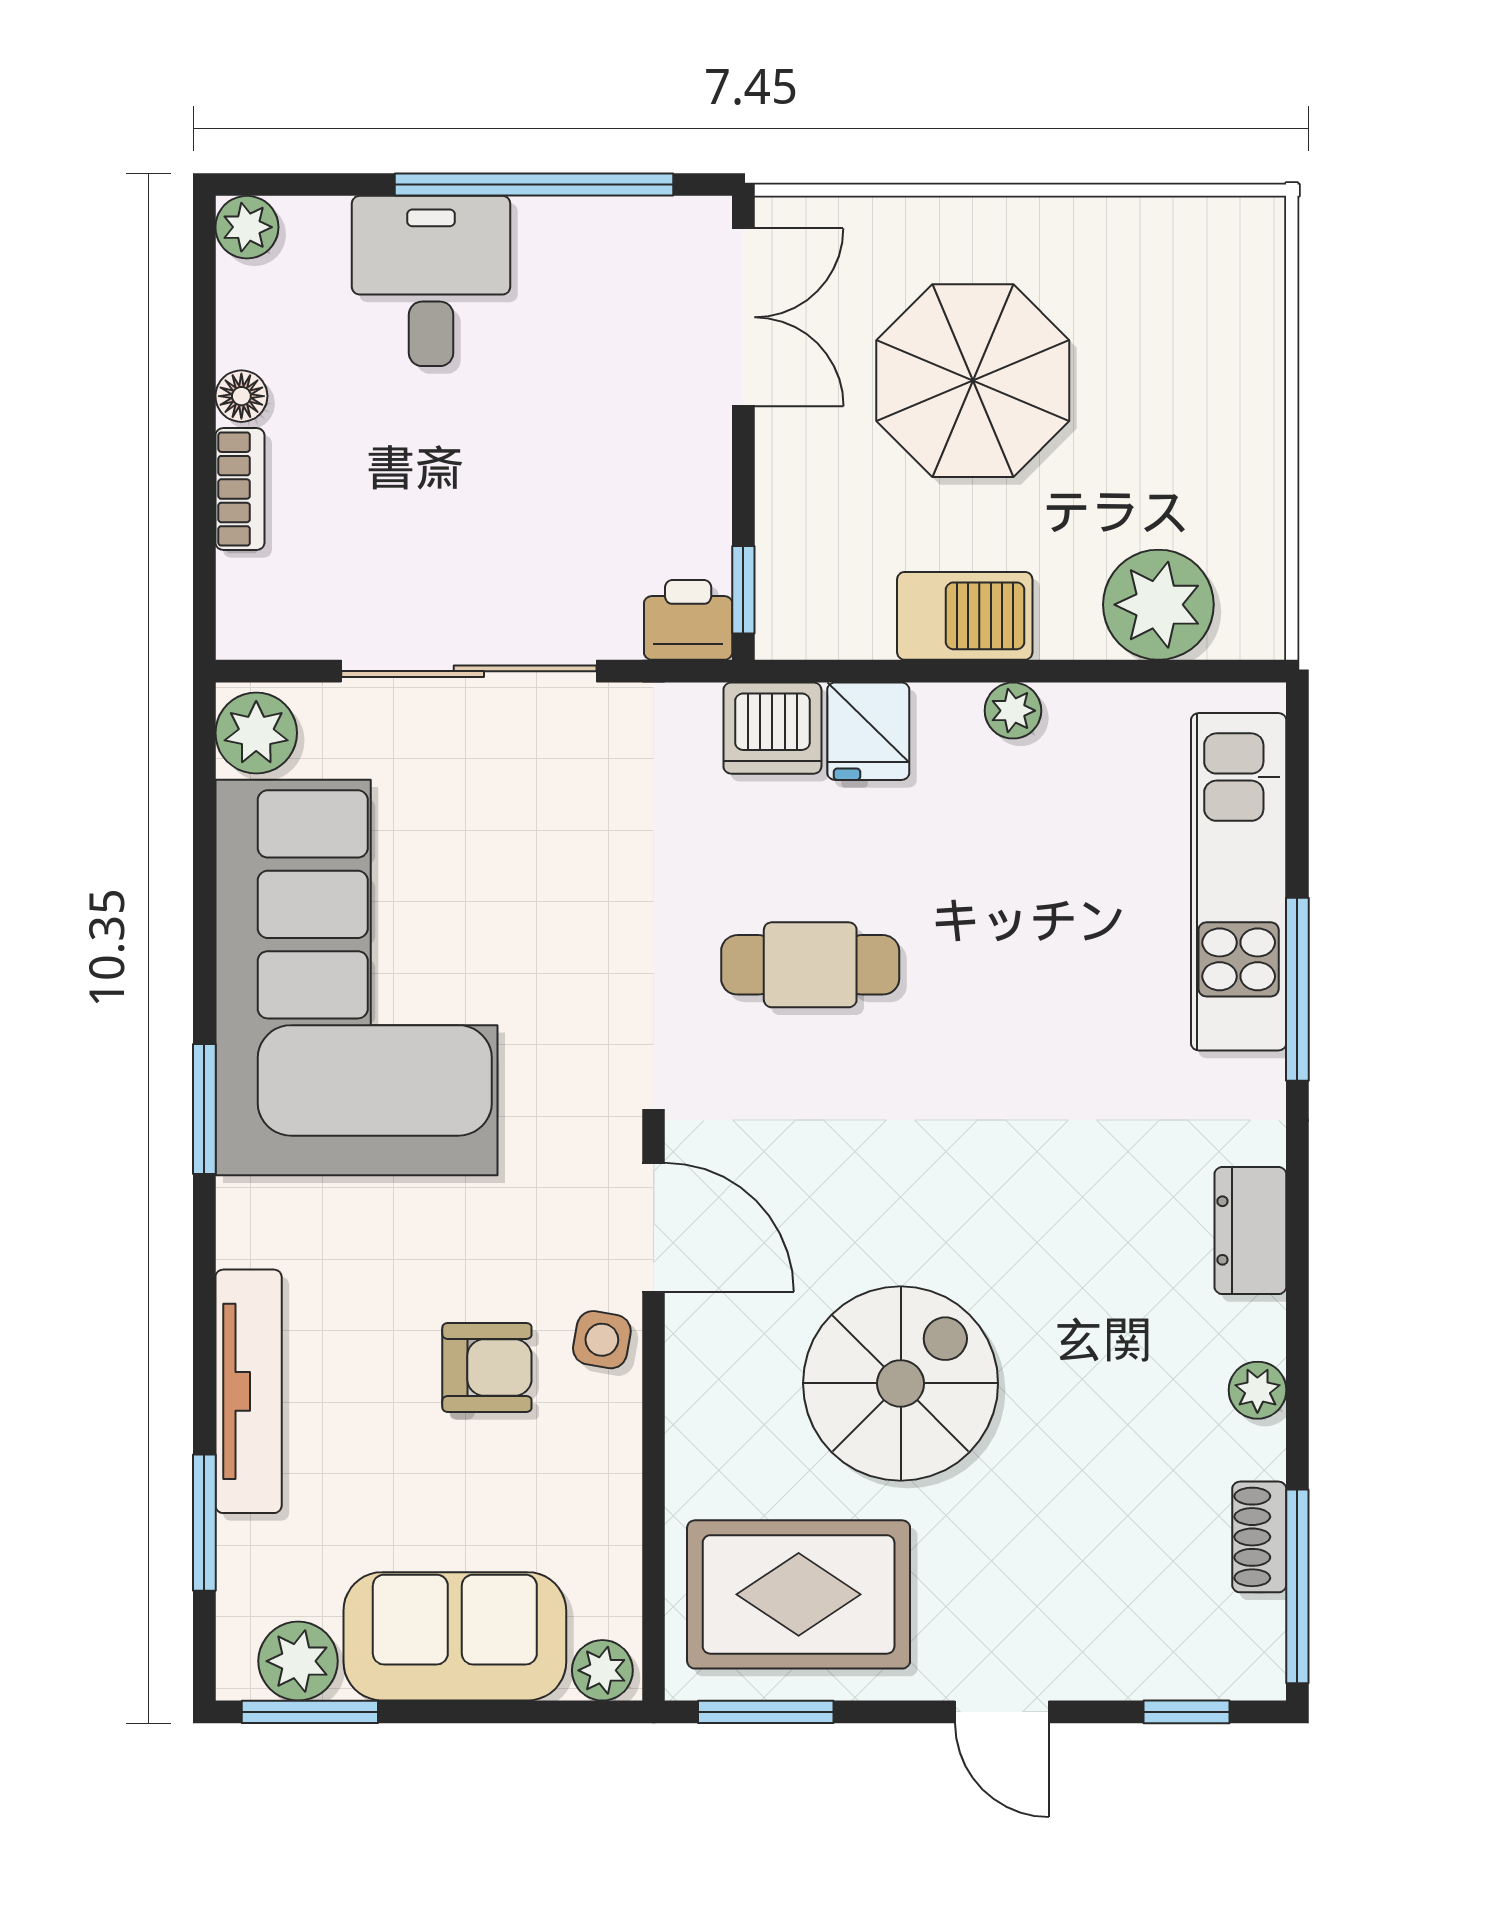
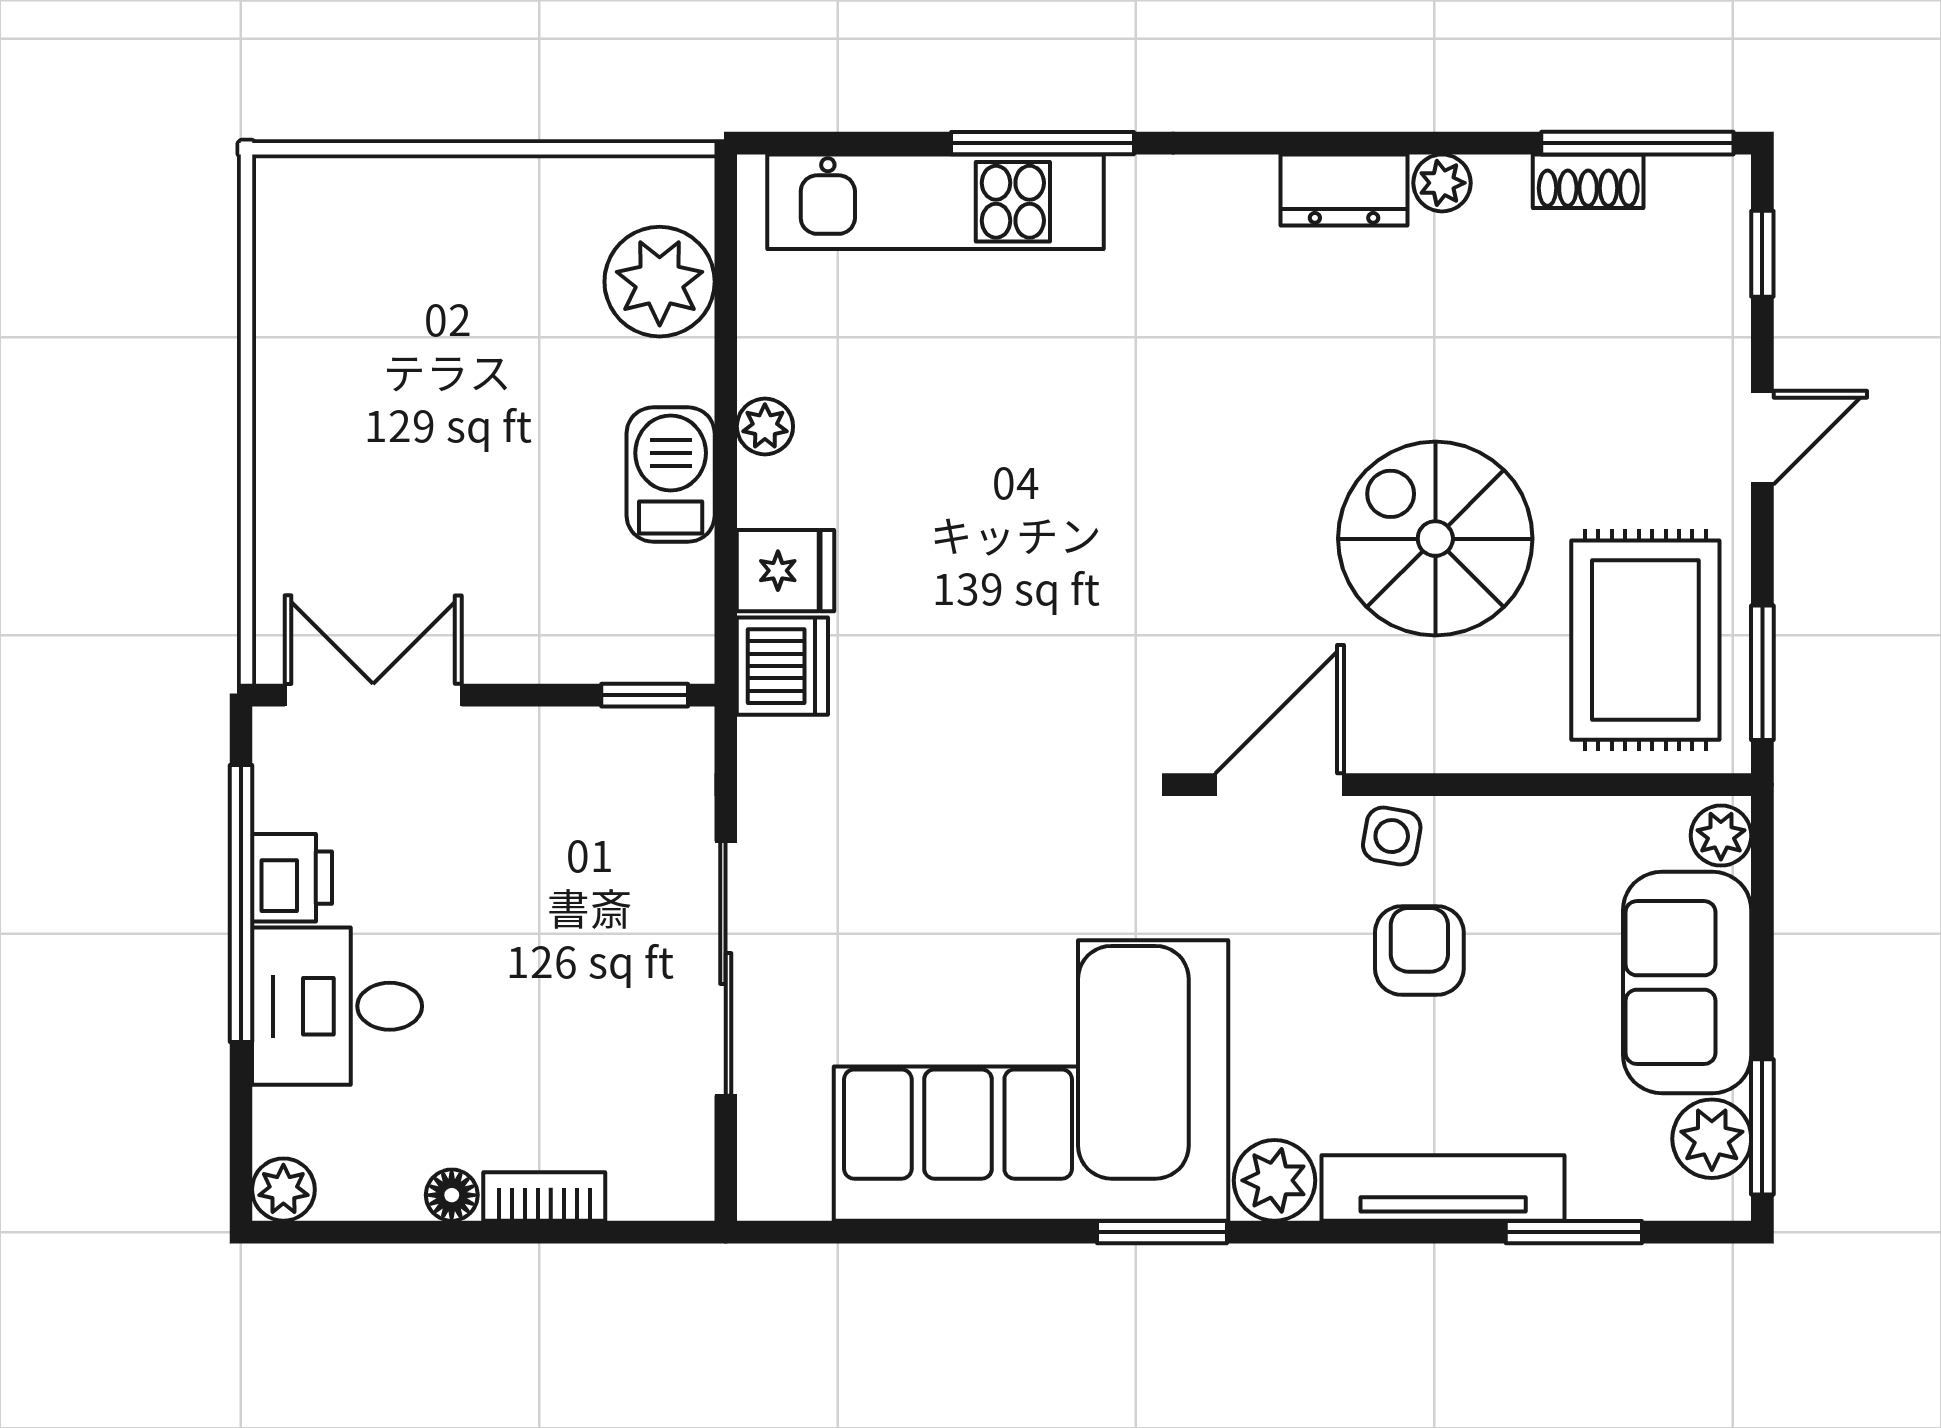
parasol: (973, 381) -> (436, 467), removed
printer: (688, 620) -> (292, 878), moved, turned 180
plant: (256, 733) -> (1275, 1180), moved
cafe table: (810, 965) -> (1018, 629), removed
dresser: (1250, 1231) -> (1344, 190), moved

